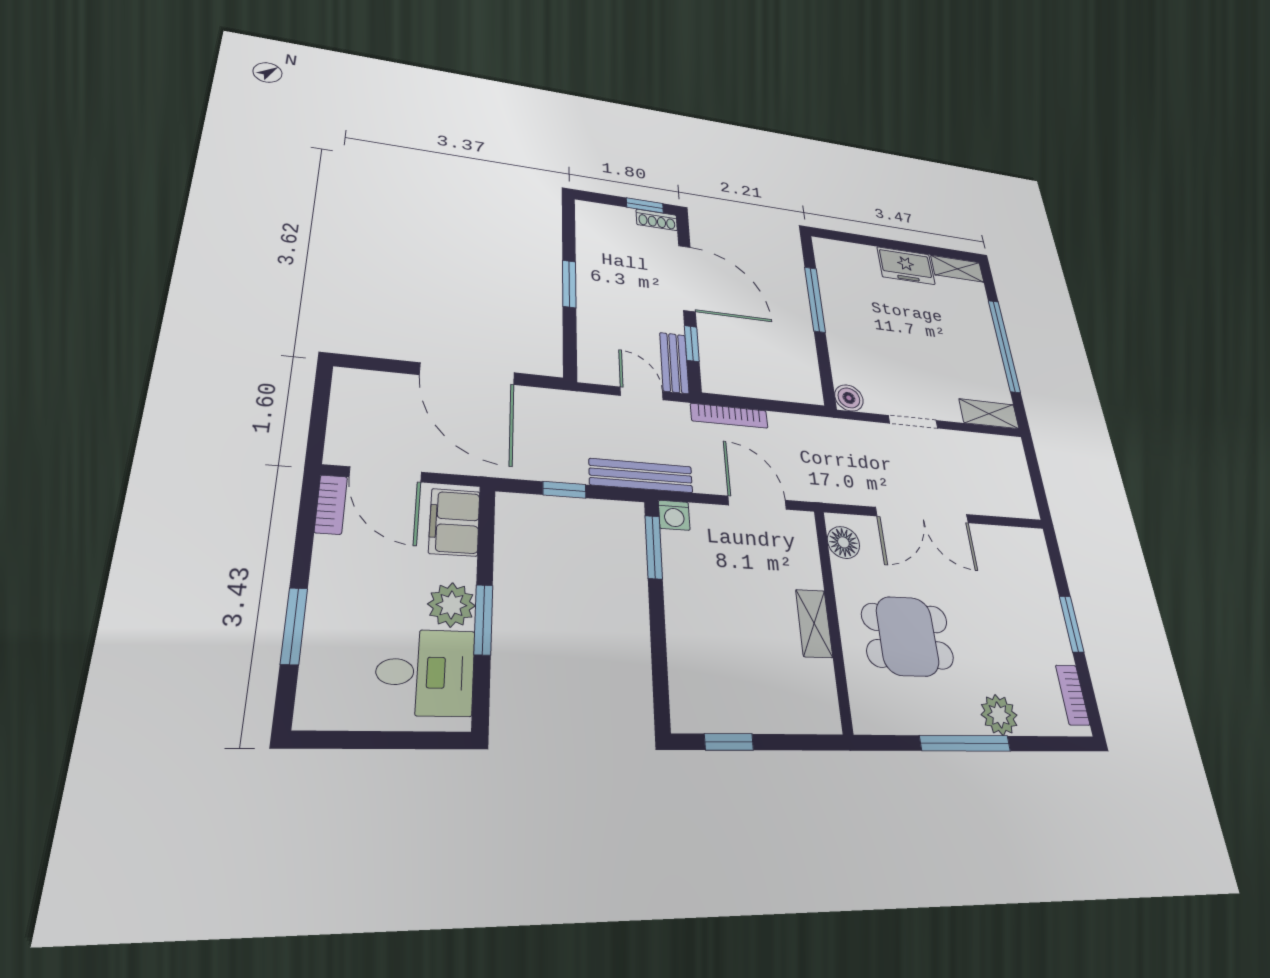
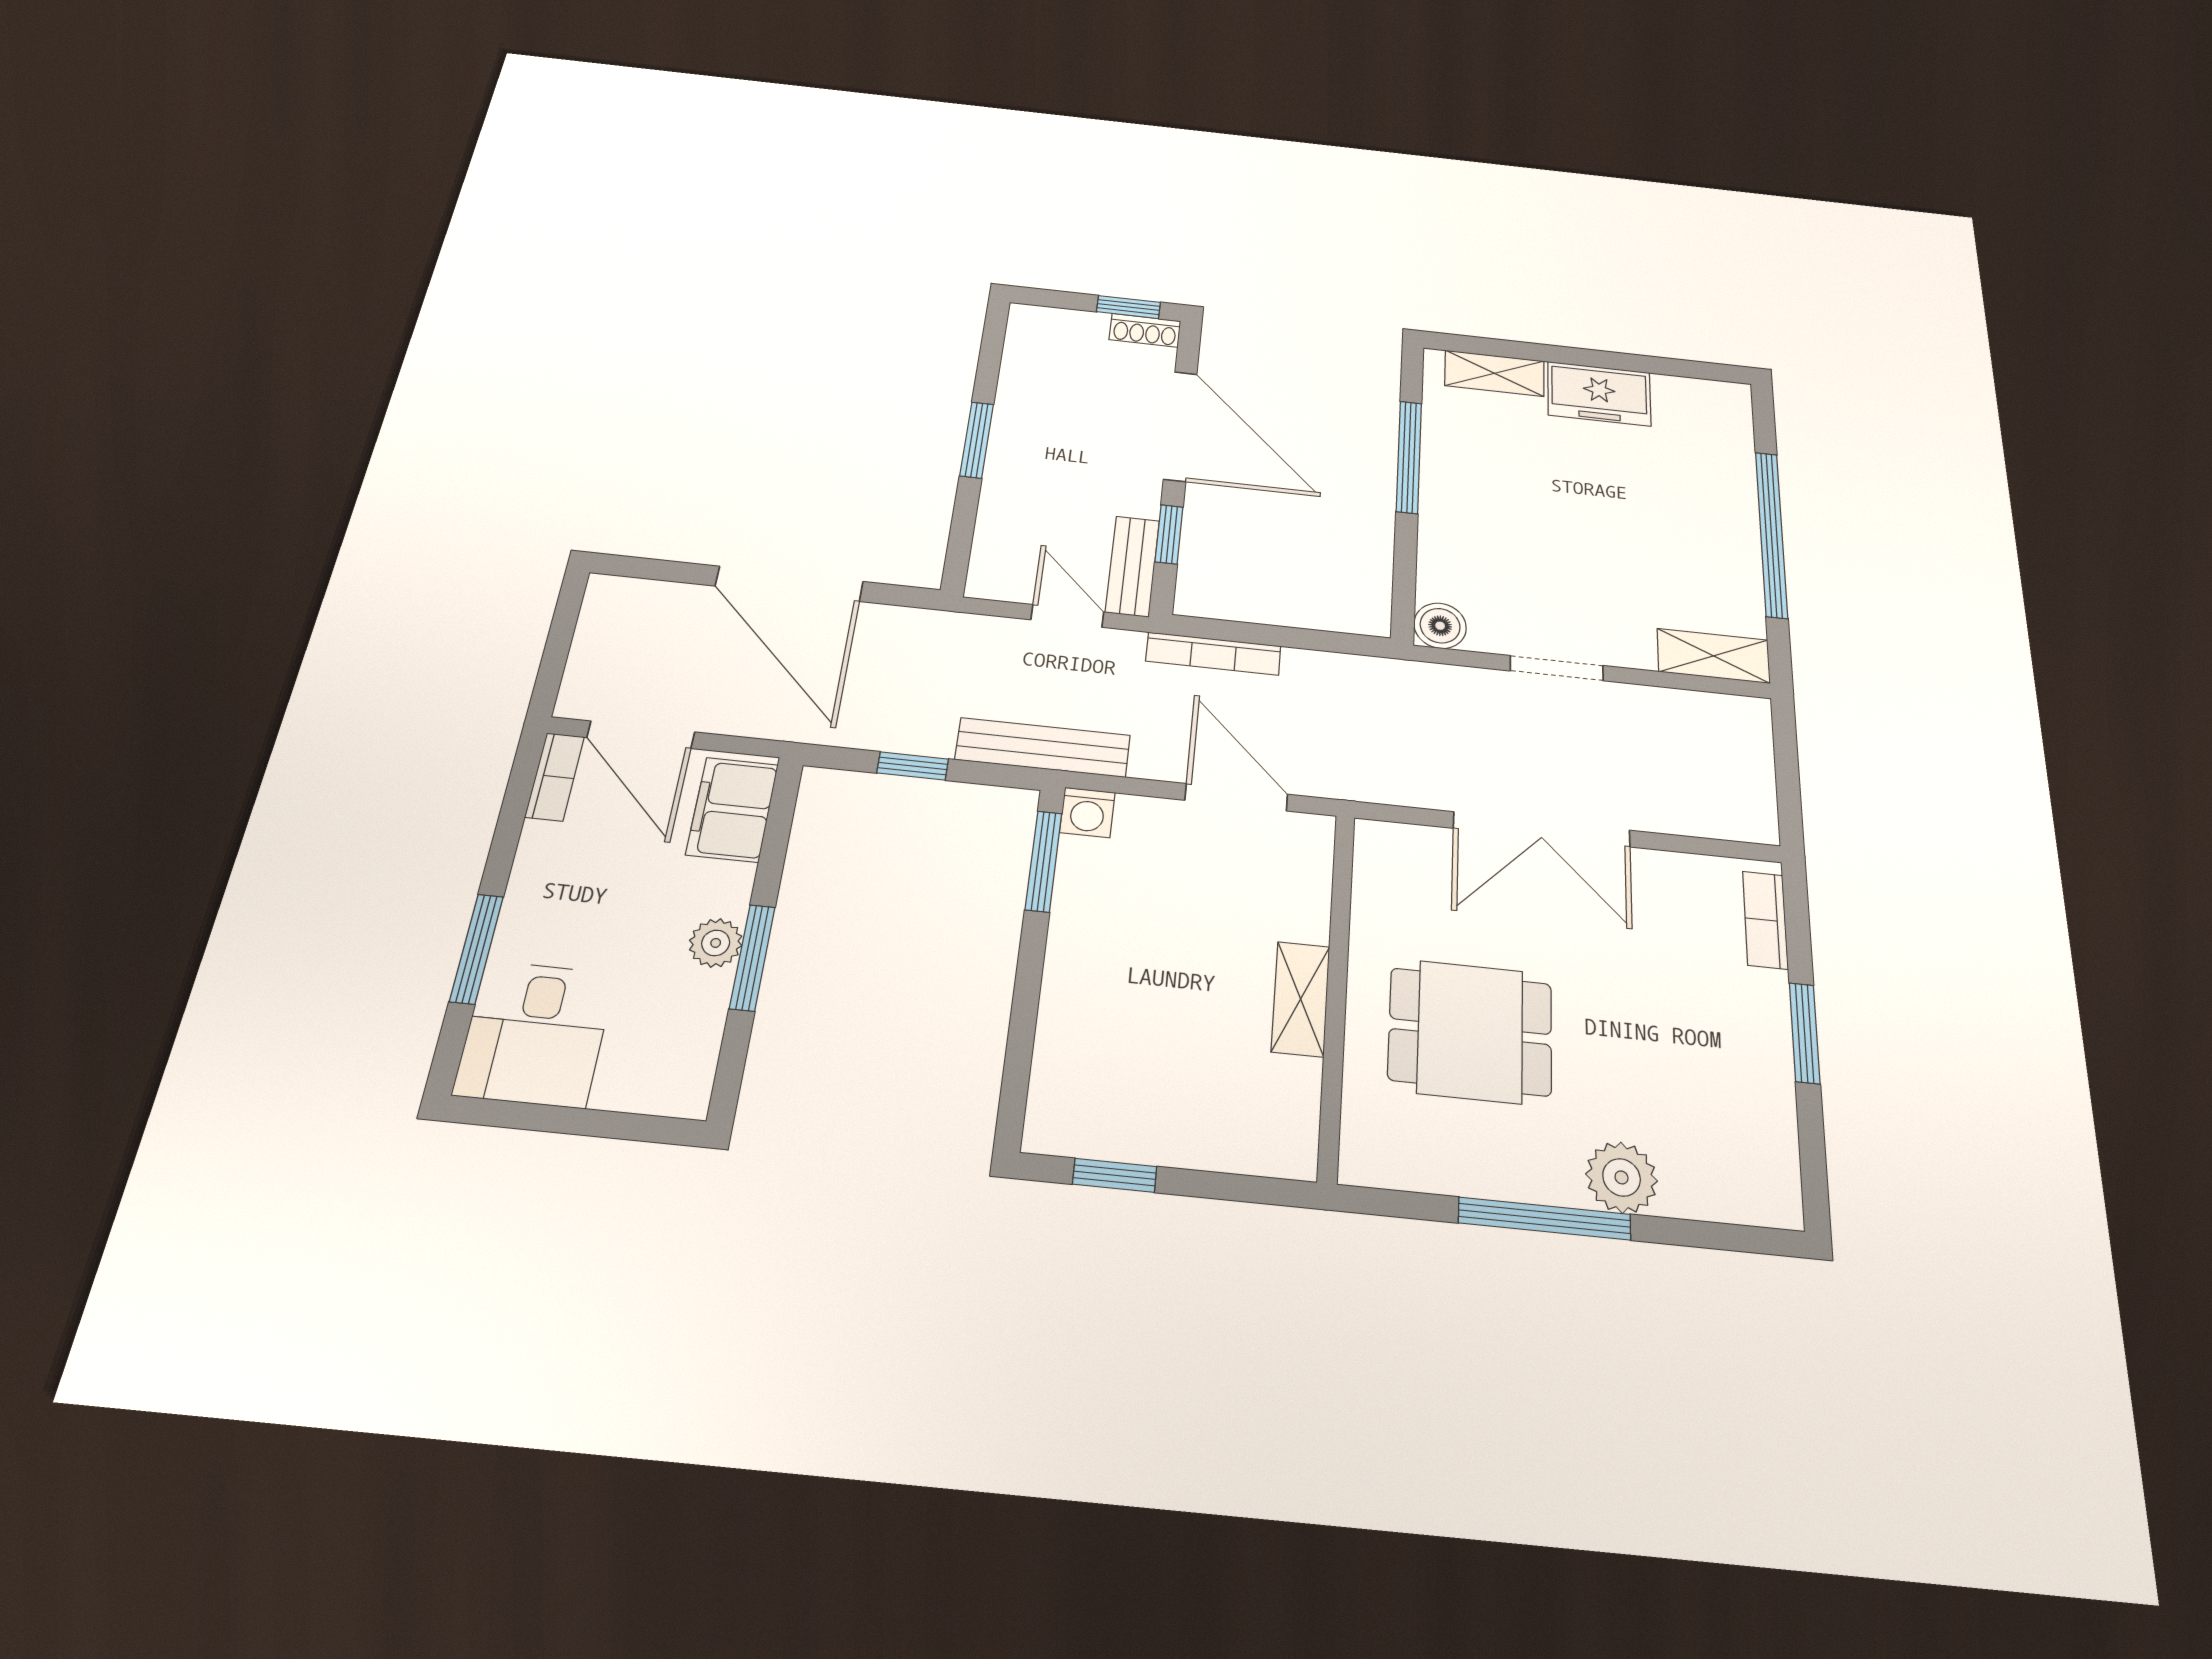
shelving: (957, 269) -> (1494, 373), moved
floor lamp: (843, 542) -> (1381, 869), removed
plant: (451, 605) -> (716, 943), width x0.73, depth x0.73
desk: (425, 672) -> (535, 1034), moved, turned 90
bookcase: (1073, 695) -> (1765, 920), moved

